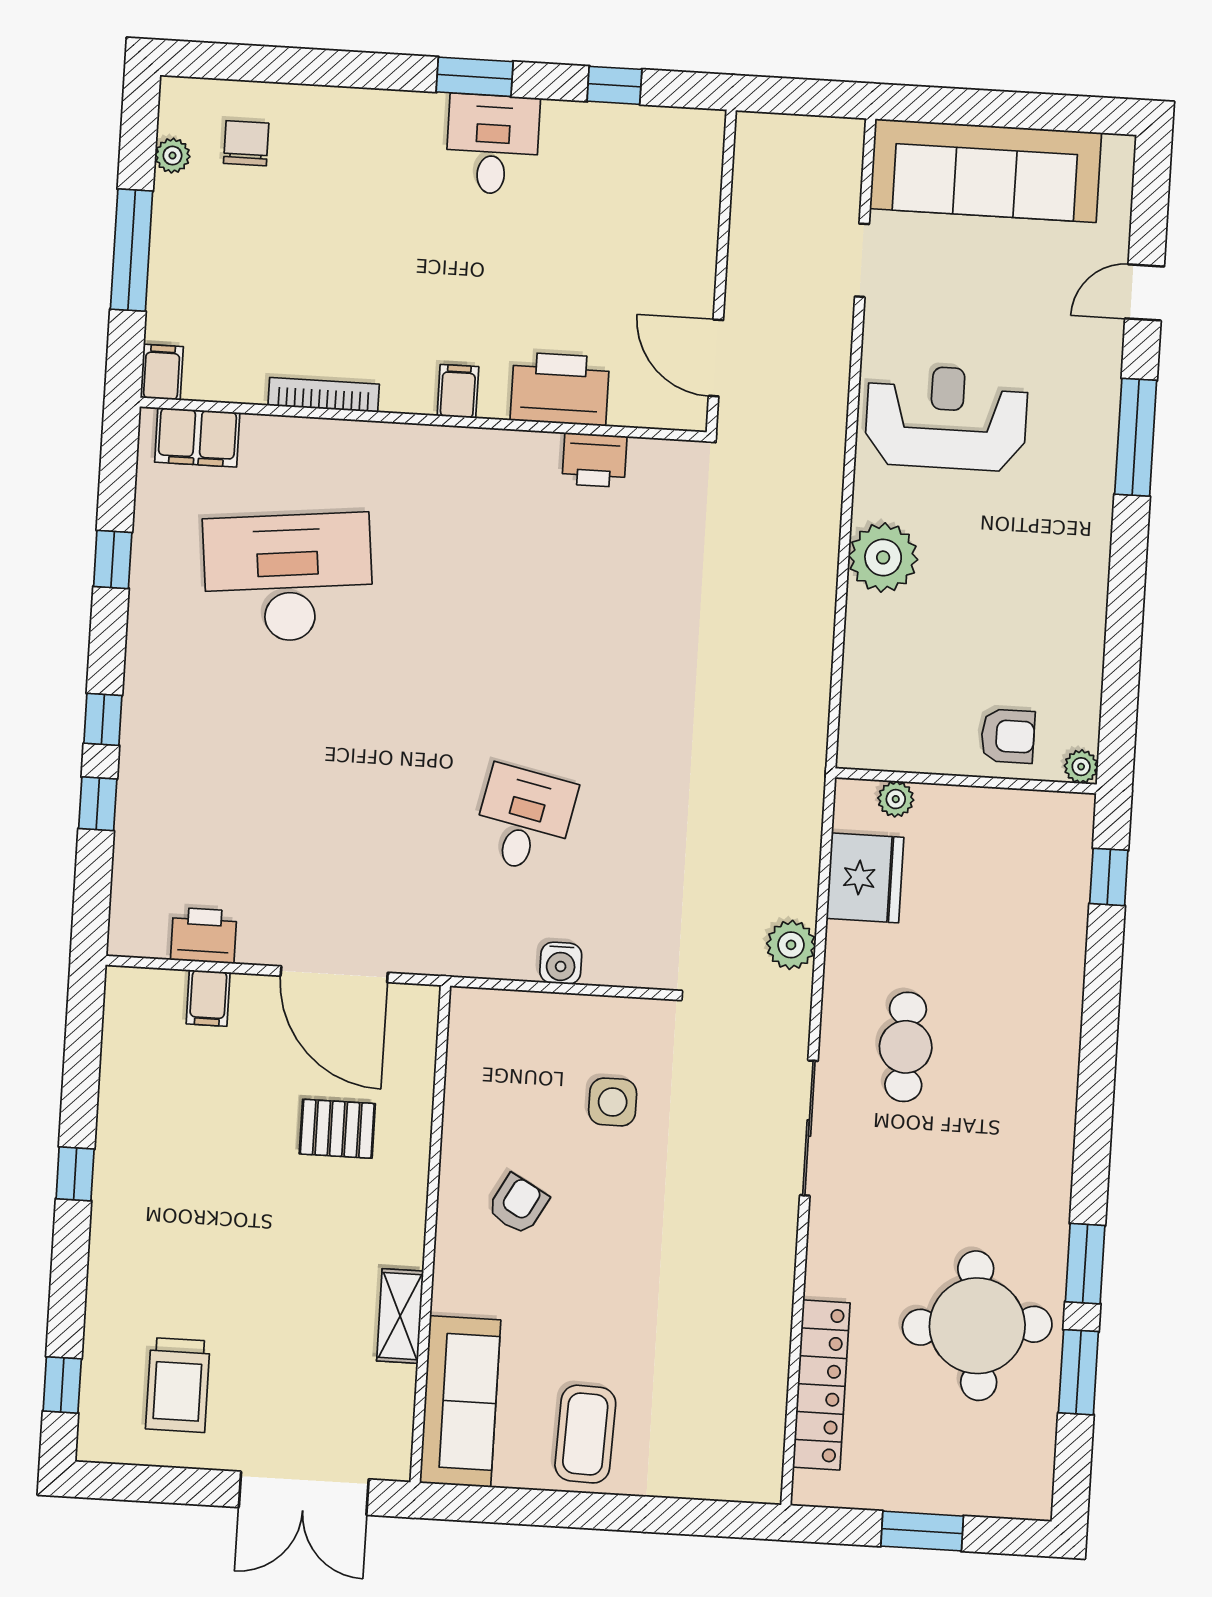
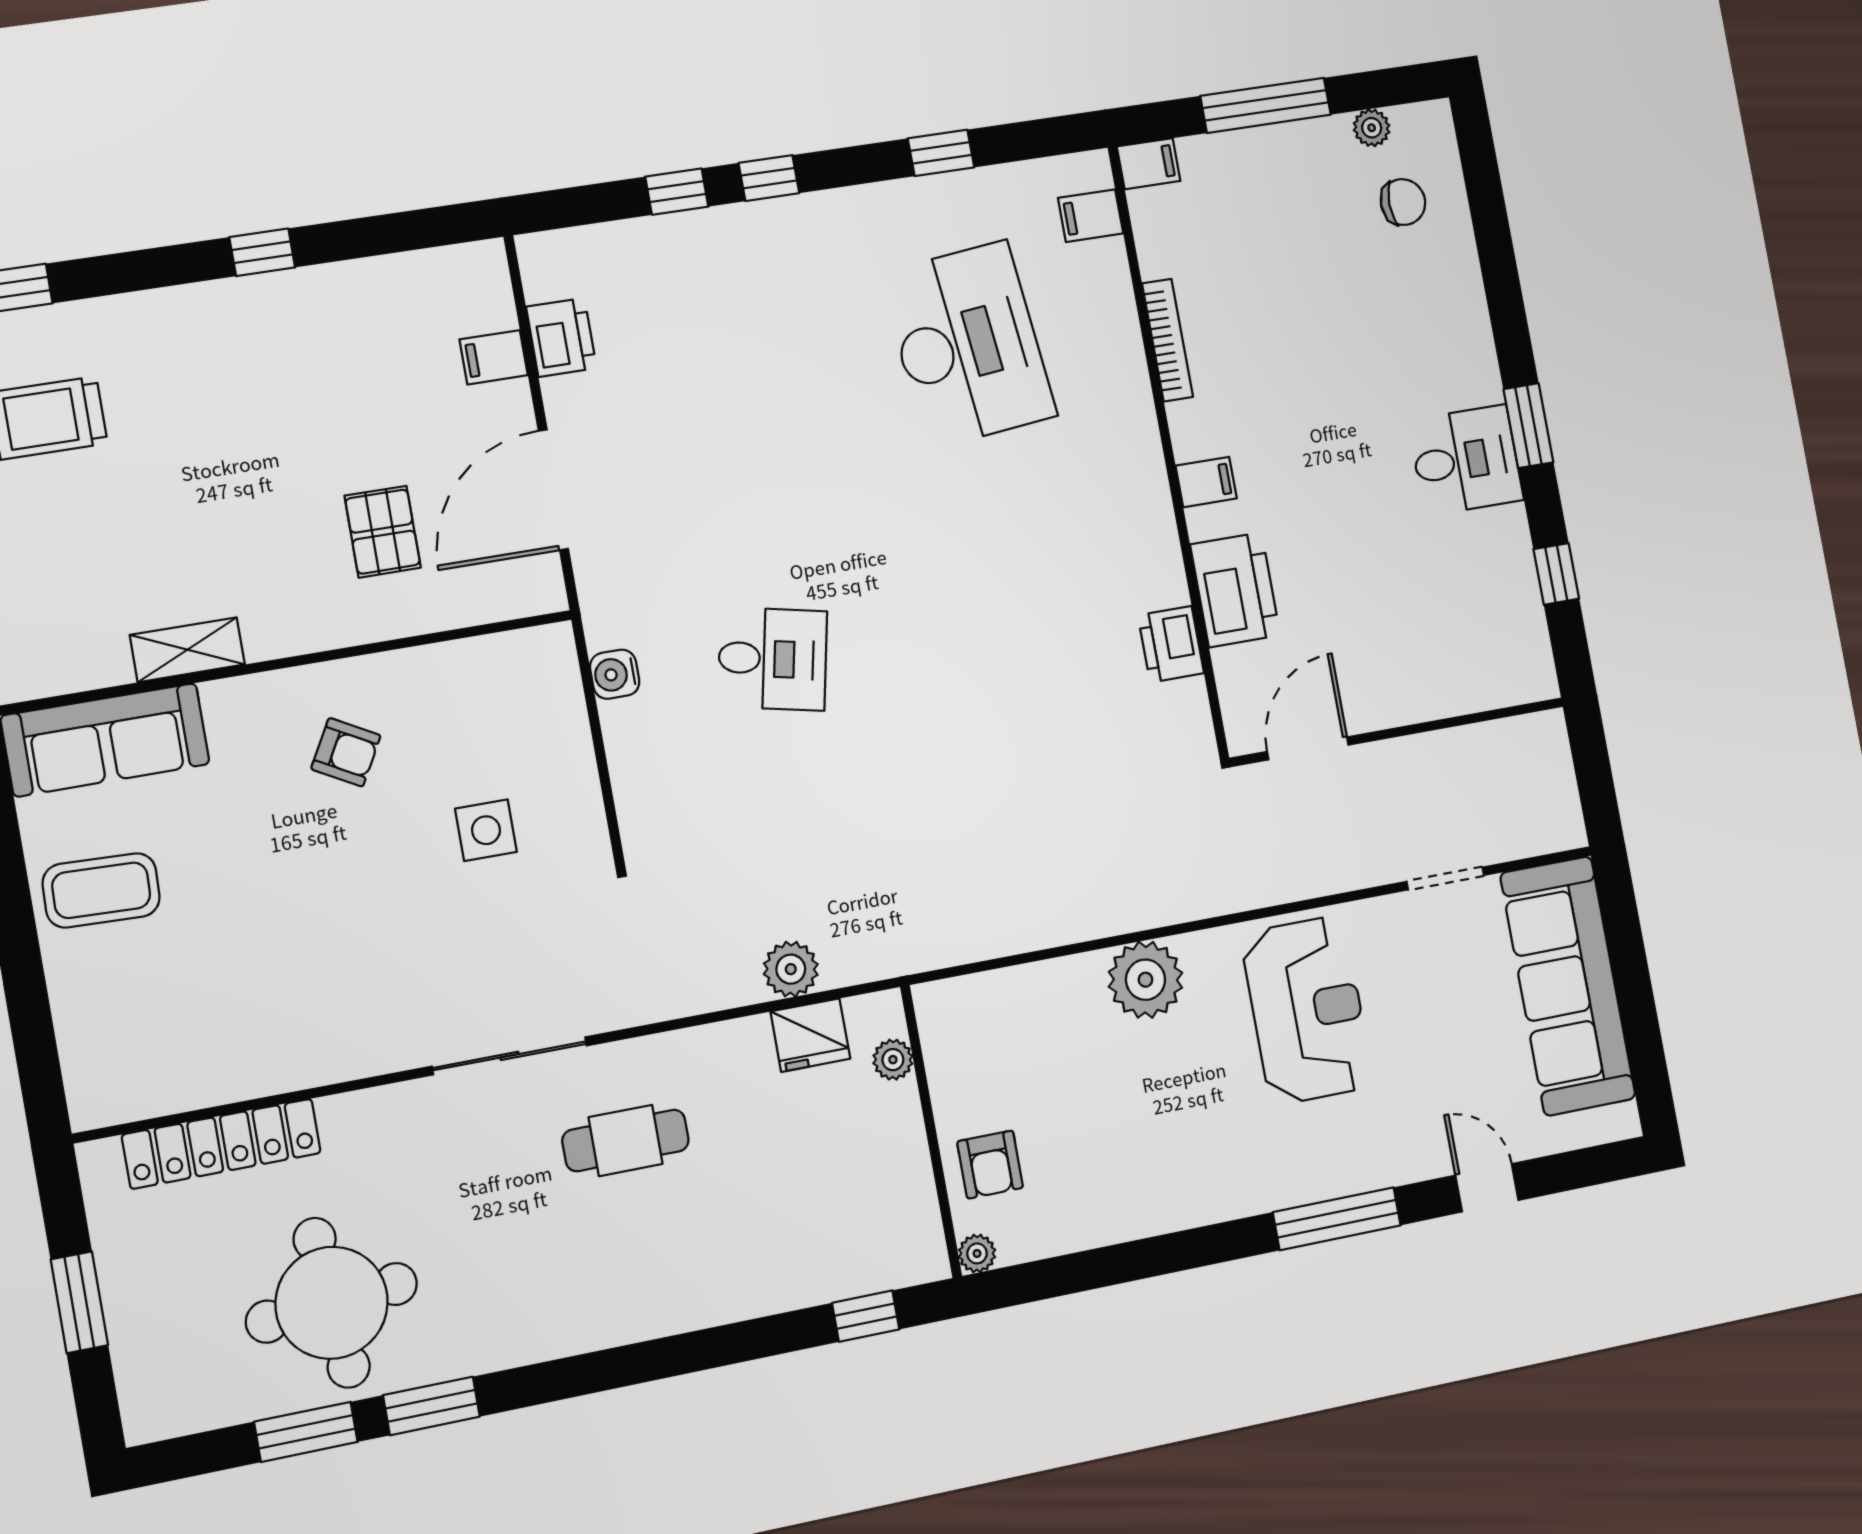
filing cabinet: (197, 437) -> (1091, 216), width x0.50
fridge: (865, 878) -> (810, 1035), width x0.73, depth x0.75
plant: (791, 945) -> (791, 969), moved
water cooler: (561, 963) -> (615, 674), moved

